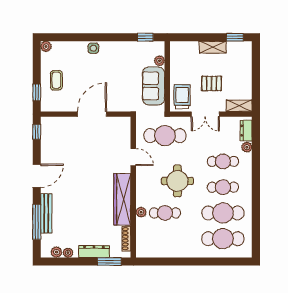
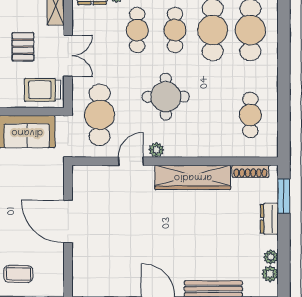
plant: (141, 212) -> (156, 150), moved
cafe table: (165, 213) -> (250, 115), moved
dresser: (94, 252) -> (269, 219), width x0.70

